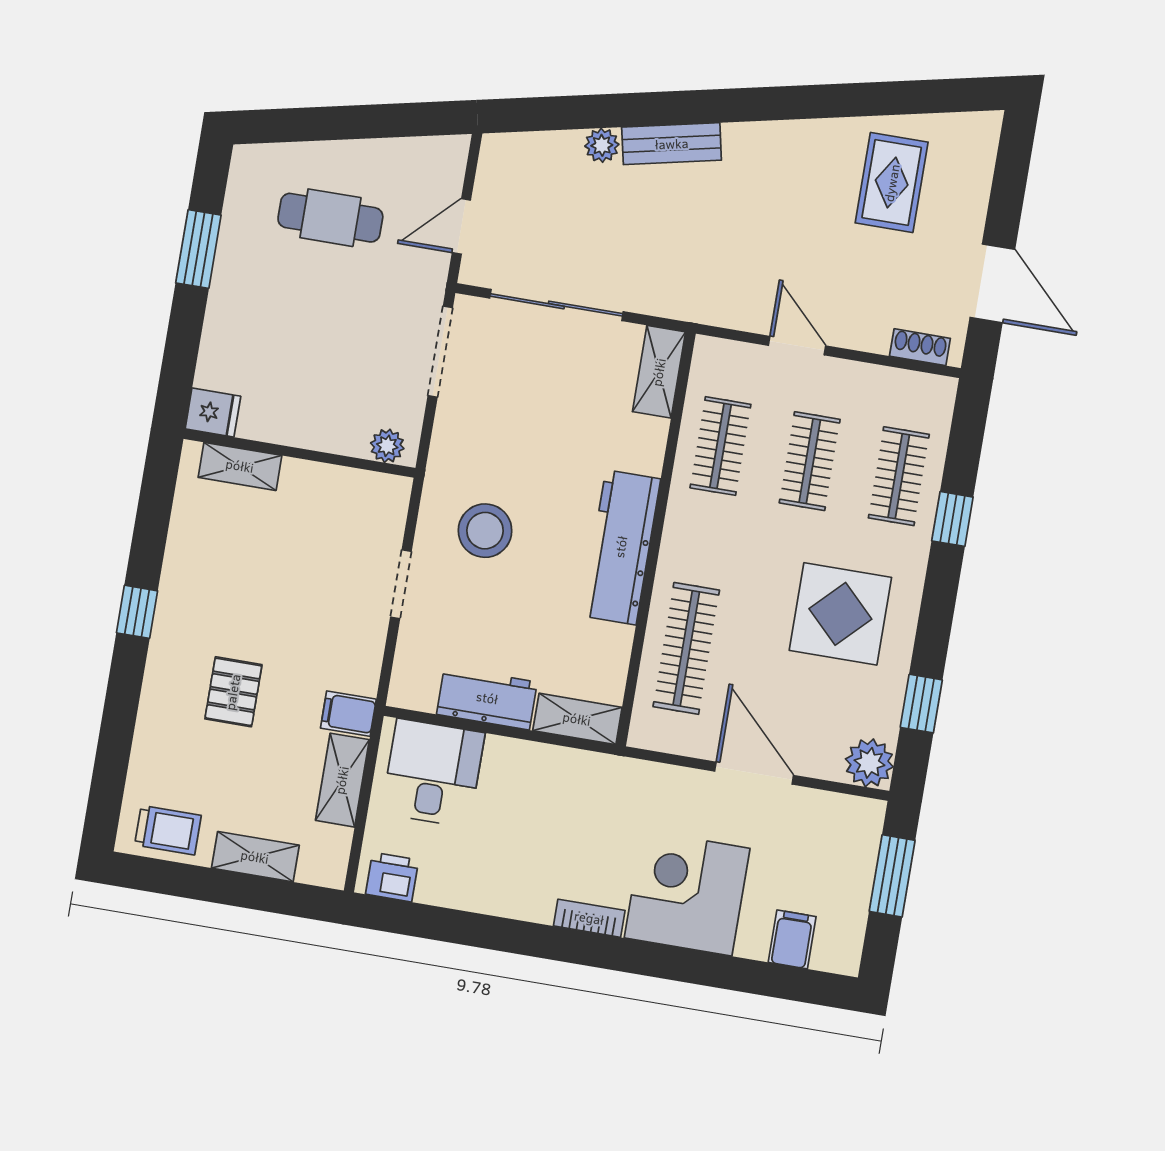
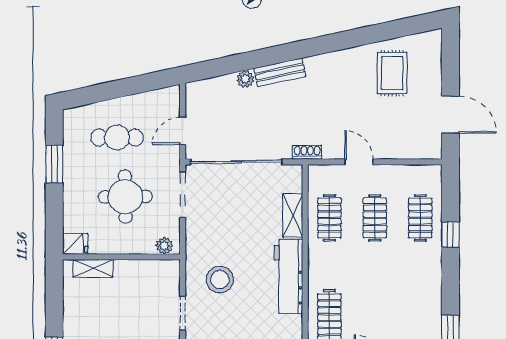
sliding door: (556, 305) -> (236, 162), width x1.36
round table: (327, 336) -> (125, 197), added
shoe rack: (920, 347) -> (307, 152), moved
shelving: (659, 372) -> (293, 216), moved
display table: (840, 614) -> (403, 291), removed

